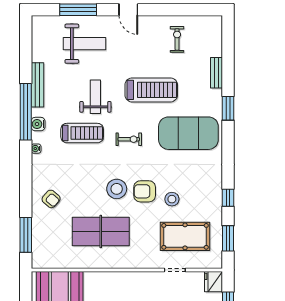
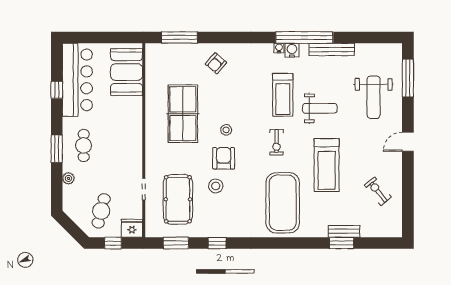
window: (78, 10) -> (408, 78), moved
exercise bike: (177, 39) -> (378, 191), turned -129
window: (228, 108) -> (342, 243), moved
water cooler: (36, 149) -> (279, 48), moved
stool: (117, 189) -> (226, 130), width x0.53, depth x0.53

